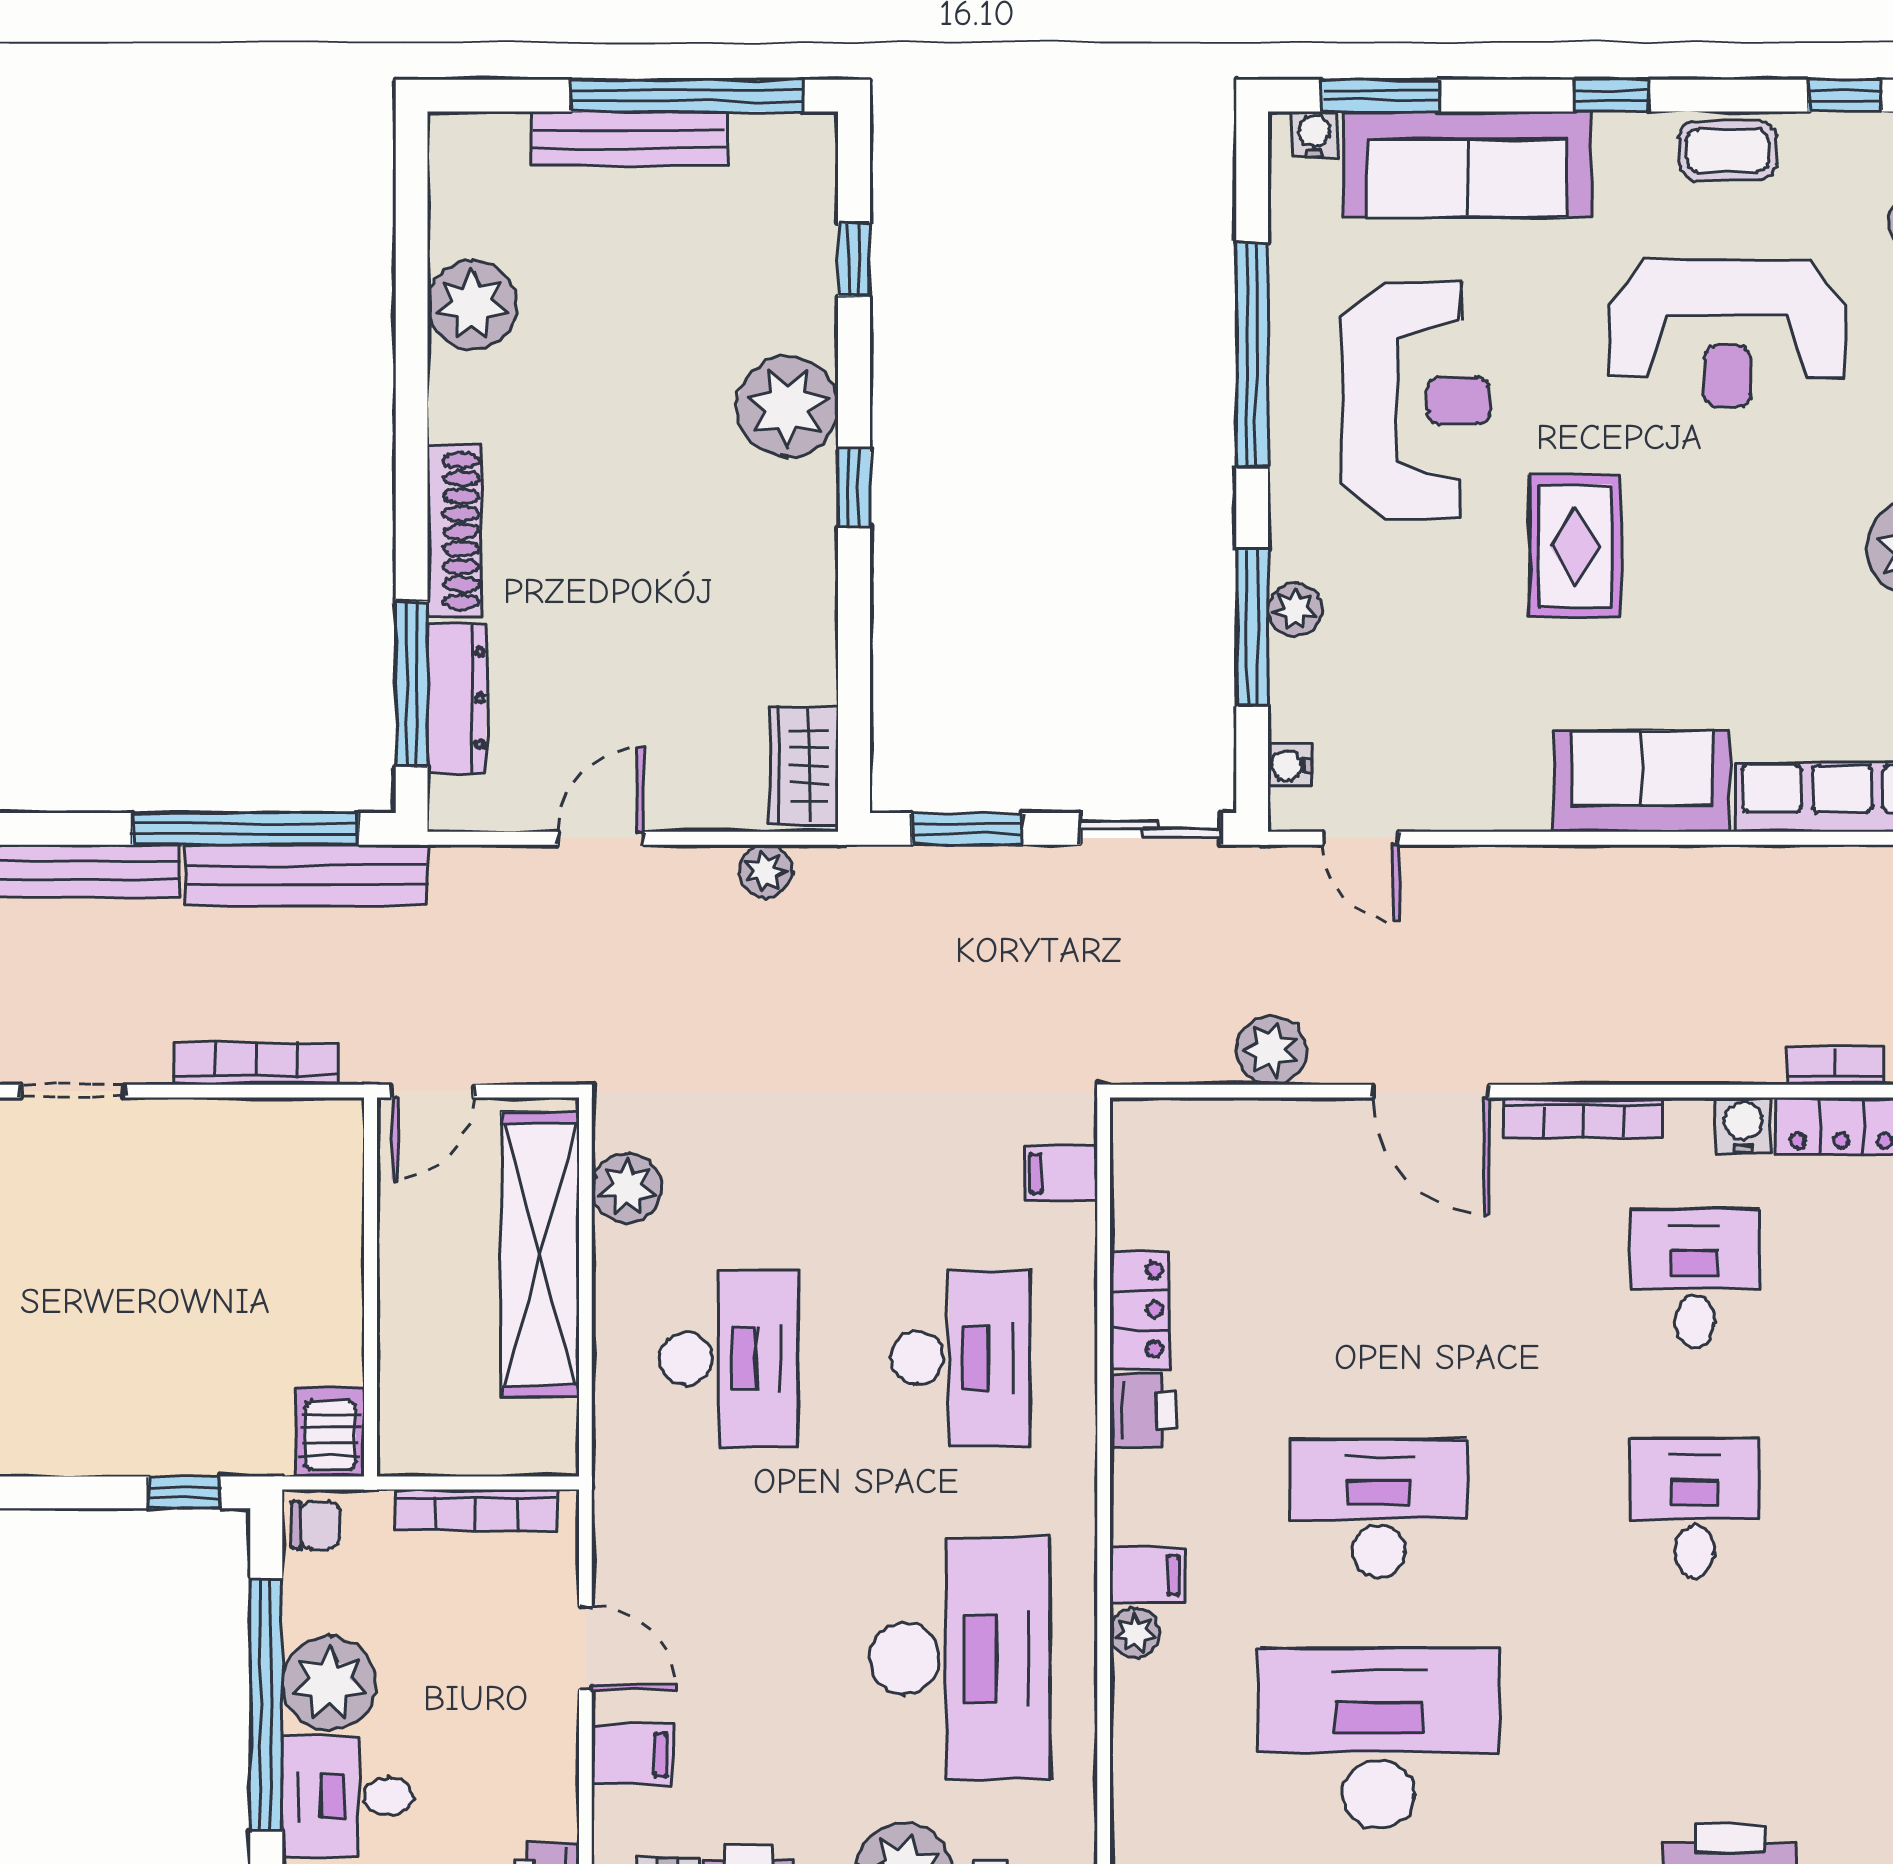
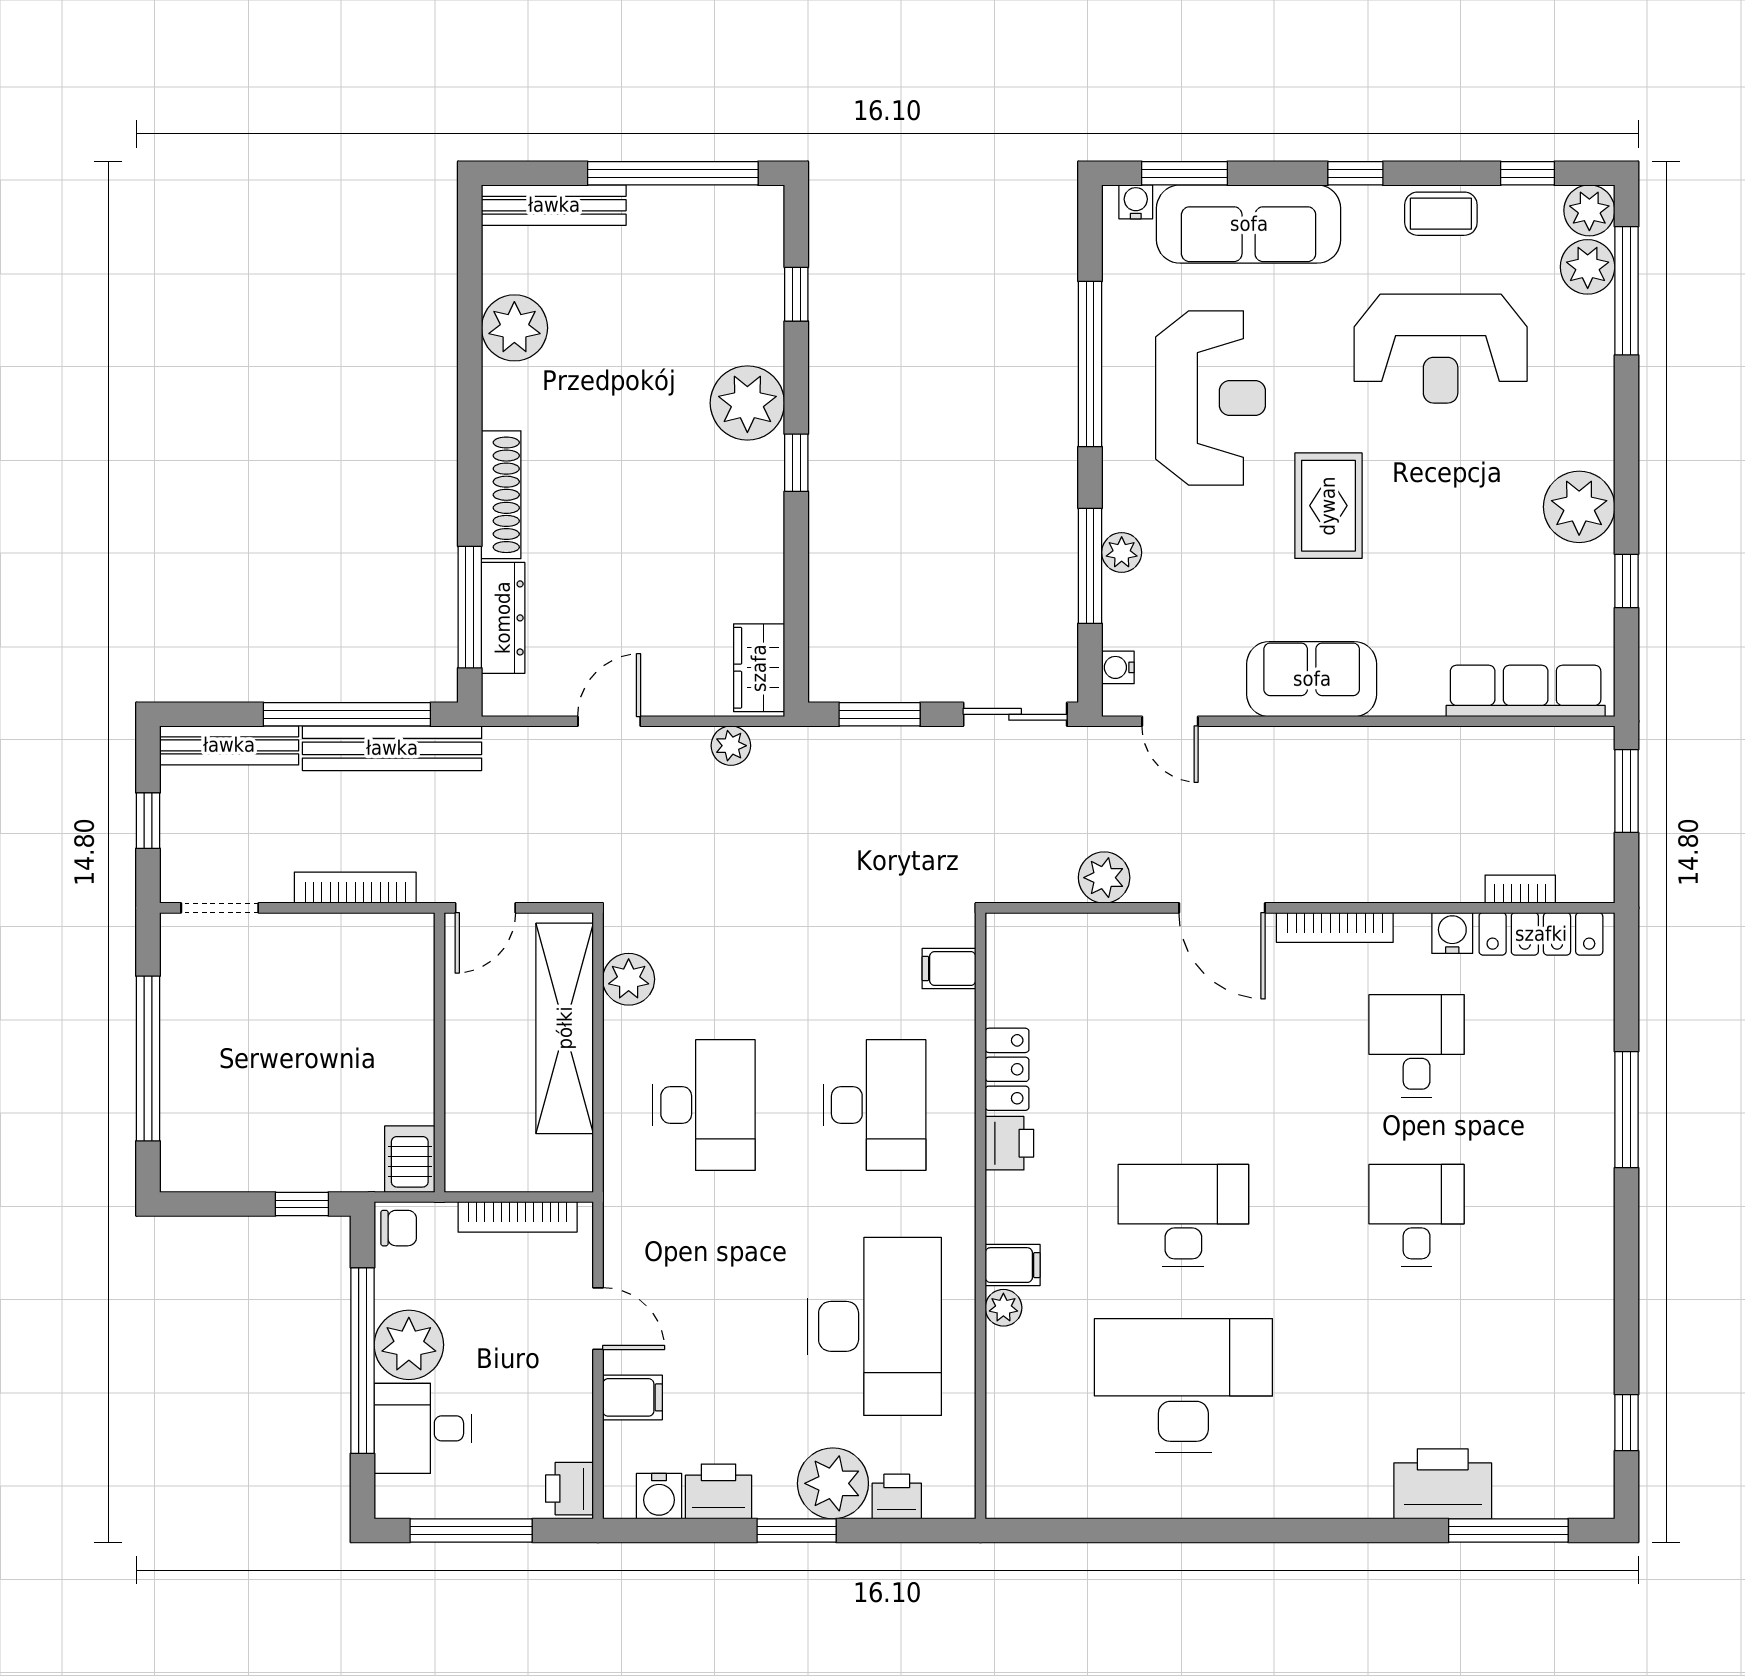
bench: (629, 139) -> (554, 205), moved
sofa: (1642, 781) -> (1312, 679), moved

